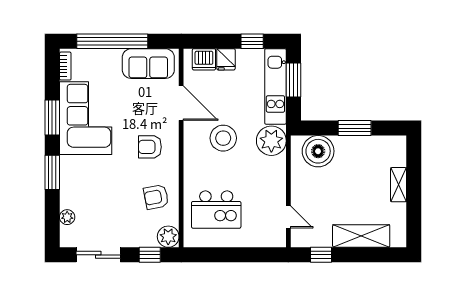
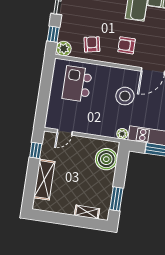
window: (355, 128) -> (116, 199), moved
plant: (271, 141) -> (122, 134), width x0.53, depth x0.53
armchair: (150, 147) -> (127, 45), turned -90
shelving: (398, 185) -> (87, 212), moved

